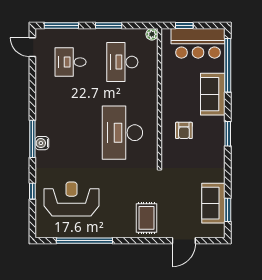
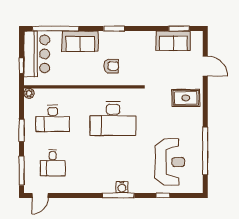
reception desk: (71, 199) -> (170, 162), turned 180

